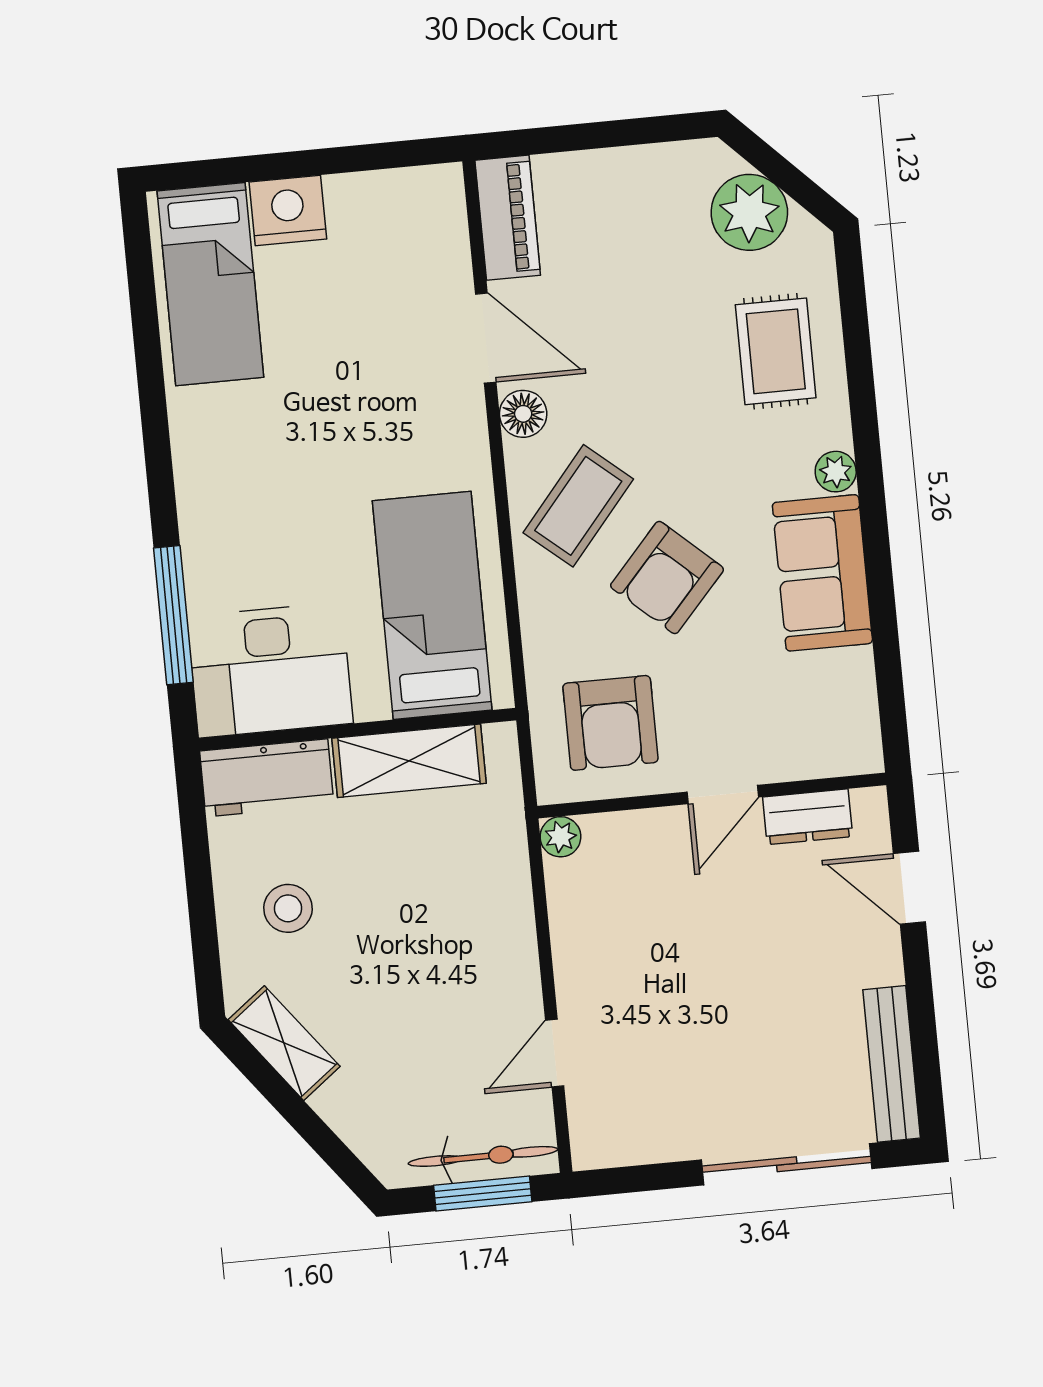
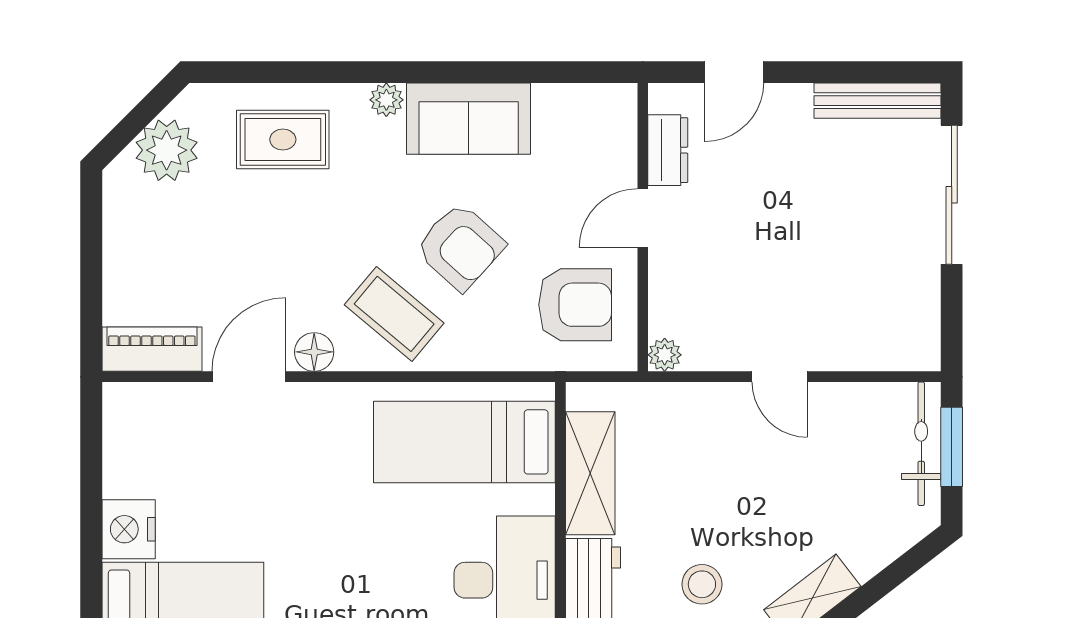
door: (723, 794) -> (643, 218), swing flipped
door: (555, 1053) -> (780, 377), moved

